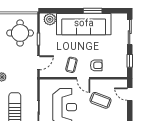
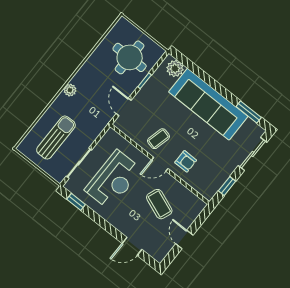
window: (93, 11) -> (249, 112), moved
door: (39, 63) -> (124, 107), swing flipped
door: (83, 78) -> (160, 164), hinge flipped
door: (130, 94) -> (184, 239), moved

